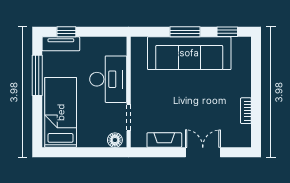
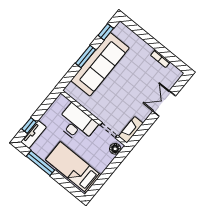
fireplace: (164, 140) -> (131, 130), moved

